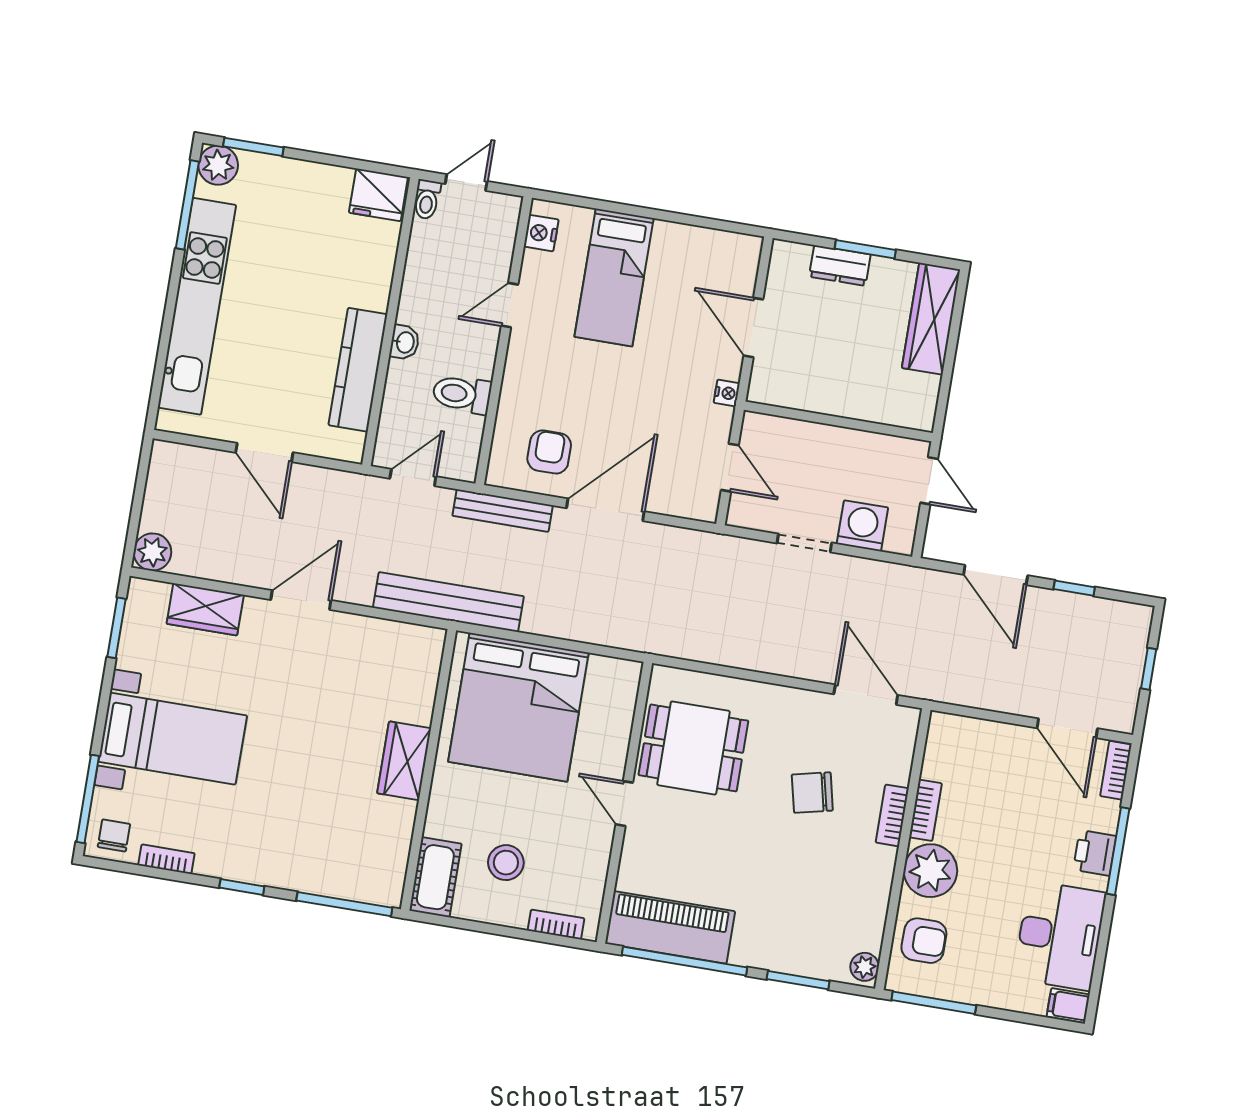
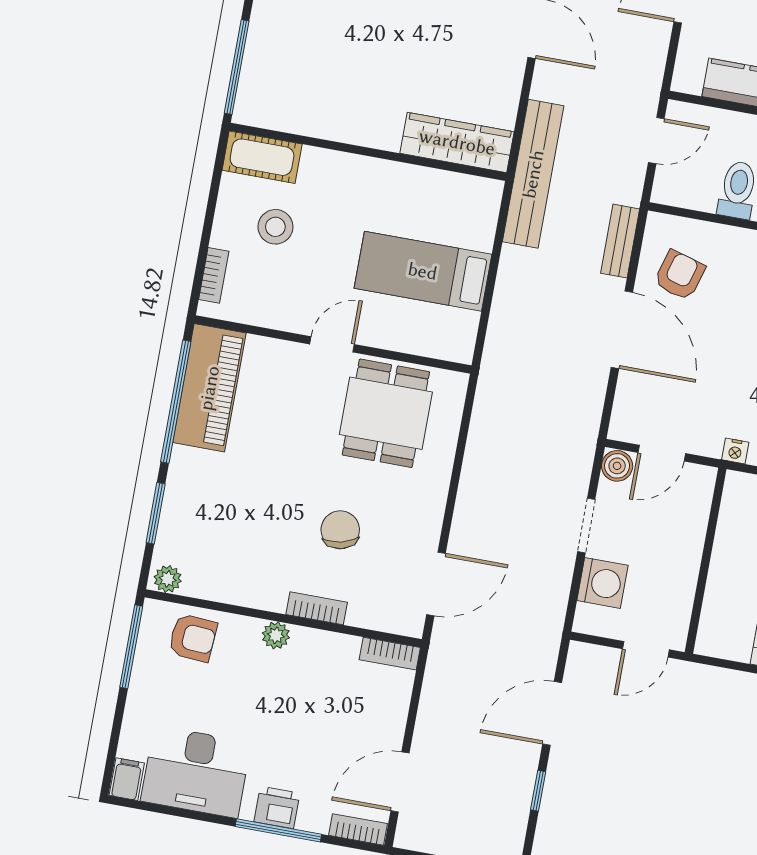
armchair: (549, 452) -> (680, 275), turned -74
door: (413, 477) -> (656, 141), hinge flipped
bench: (503, 511) -> (620, 241), width x0.73
boiler: (744, 513) -> (617, 466), added
bed: (518, 707) -> (423, 271), width x0.49
wardrobe: (404, 761) -> (457, 142), moved, width x1.50
bookcase: (925, 810) -> (390, 654), moved
plant: (930, 871) -> (276, 635), width x0.53, depth x0.53
armchair: (924, 941) -> (193, 638), turned -86

